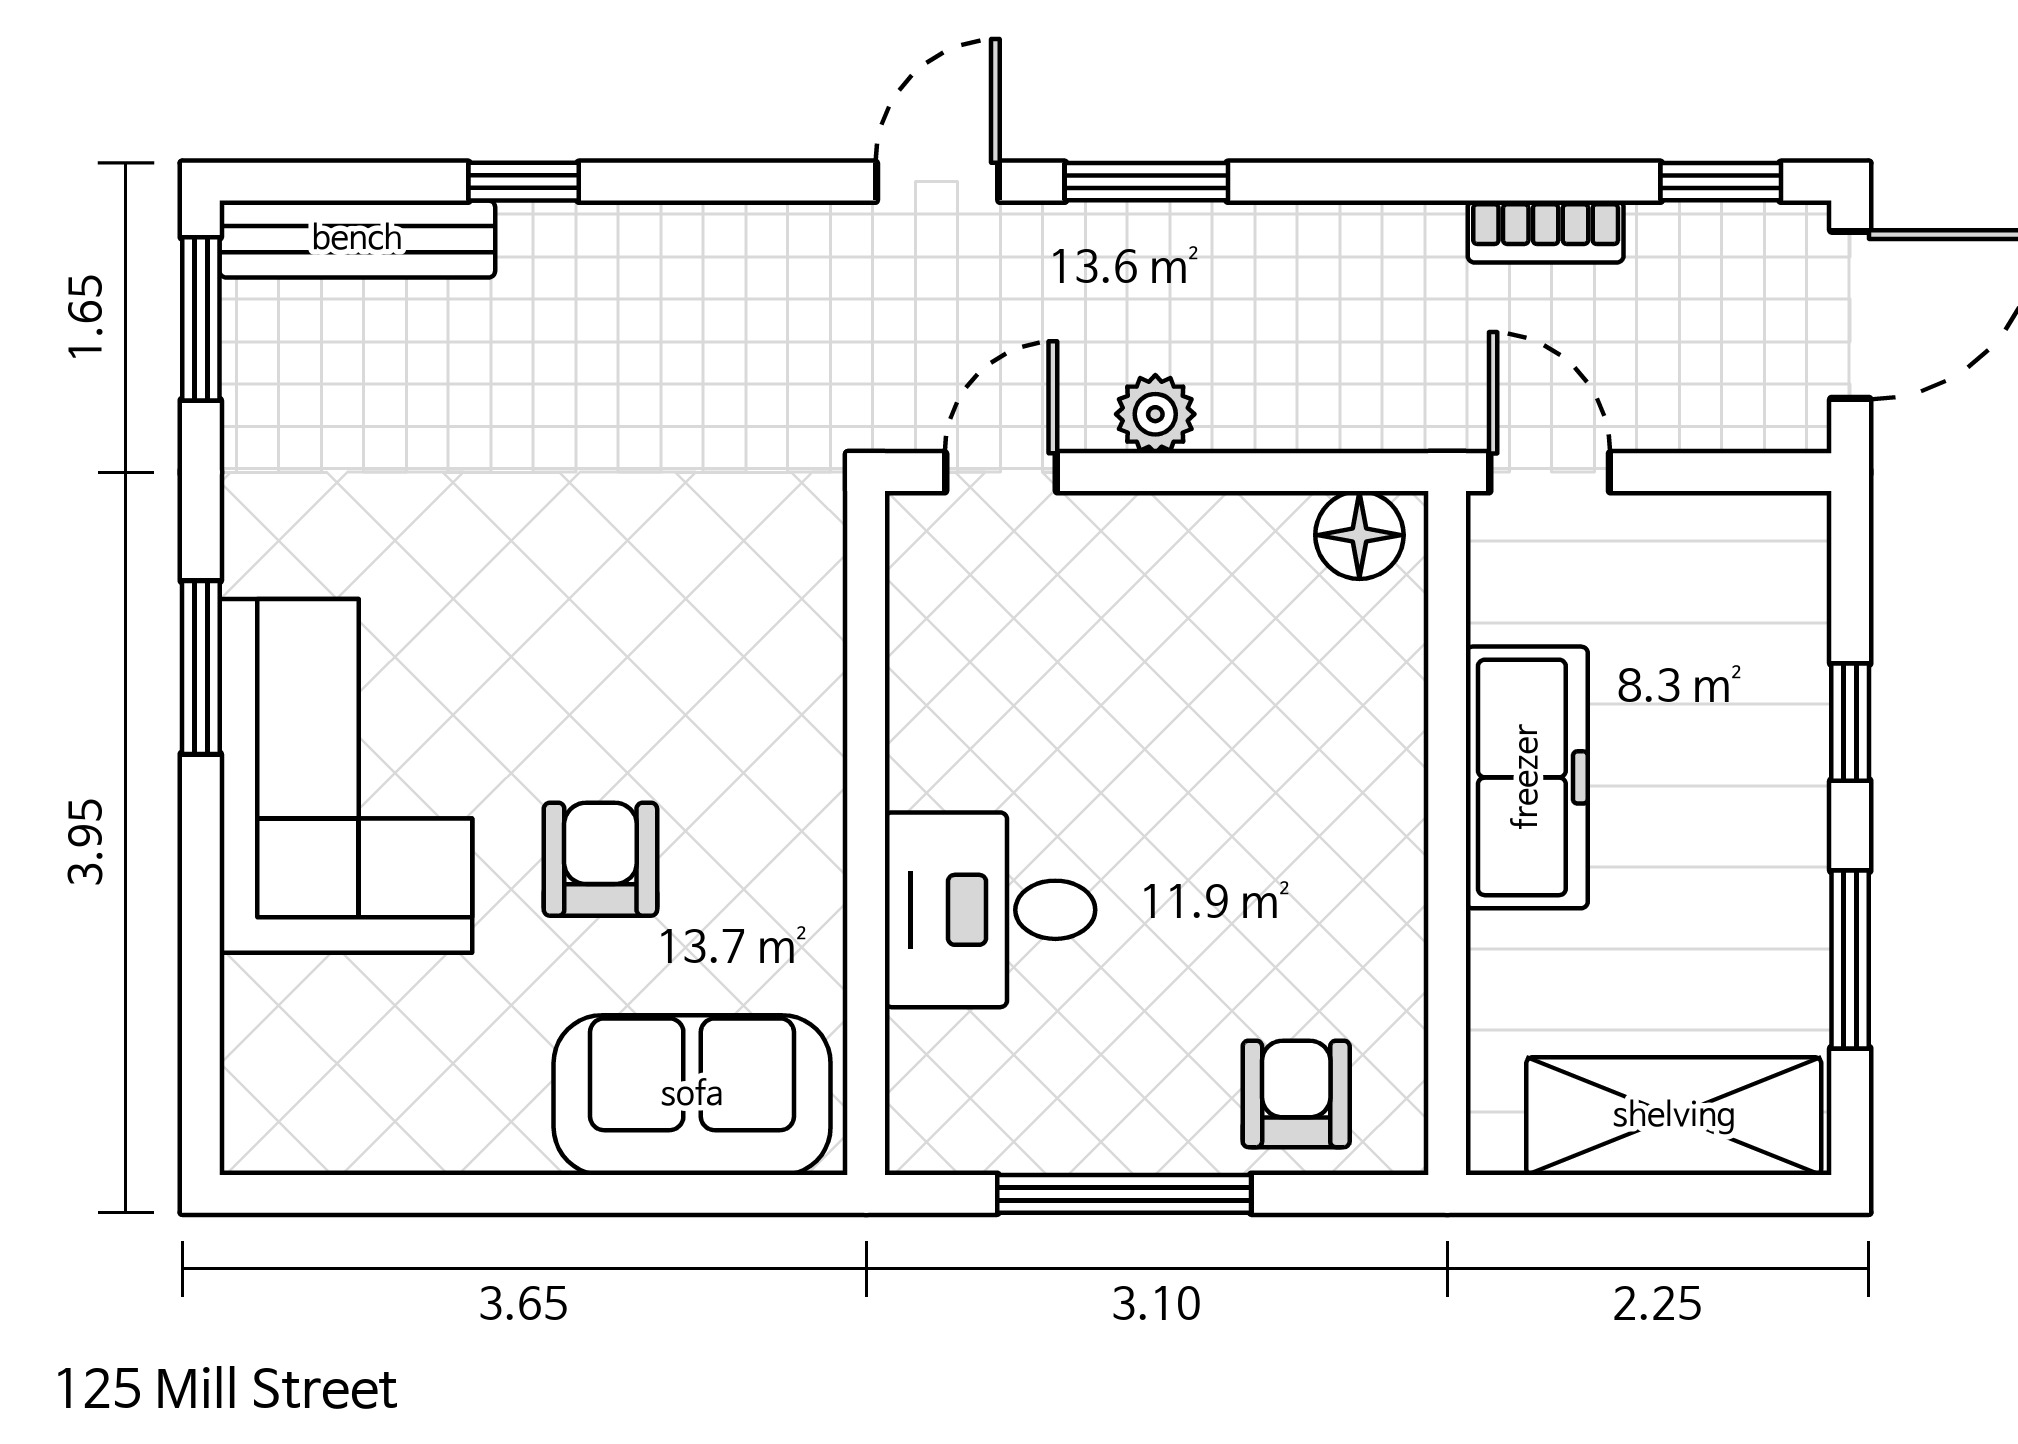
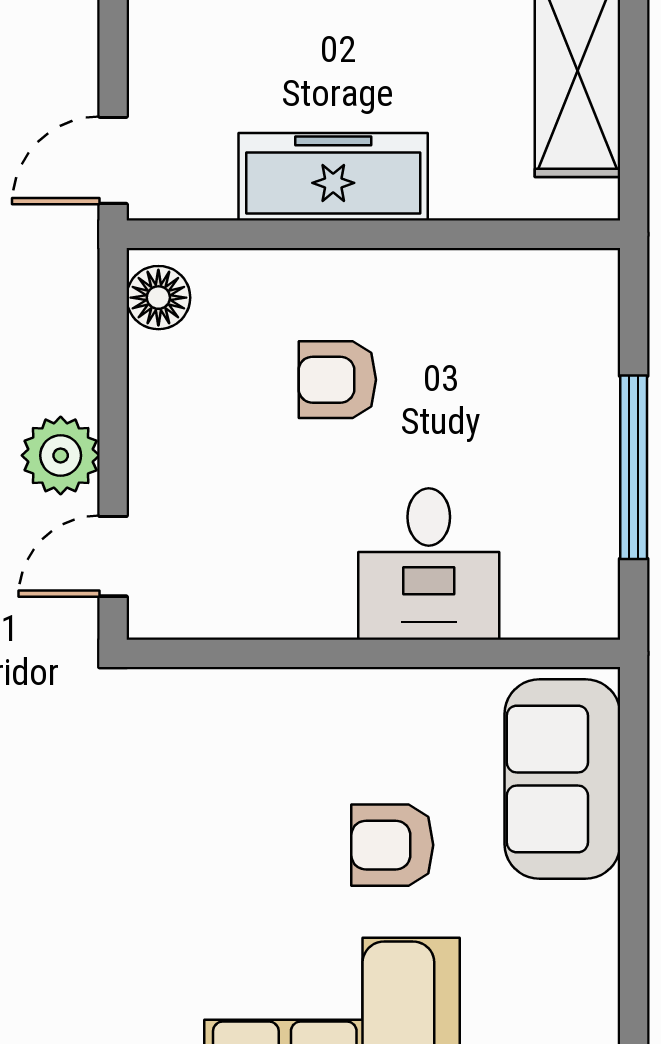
plant: (1155, 414) -> (61, 455), width x1.38, depth x1.38
door: (1001, 472) -> (113, 556), hinge flipped
armchair: (1296, 1094) -> (337, 380), moved

